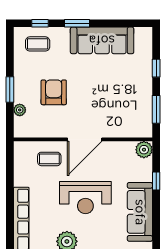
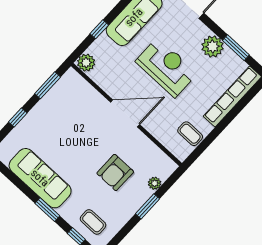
coffee table: (49, 159) -> (190, 134), moved

